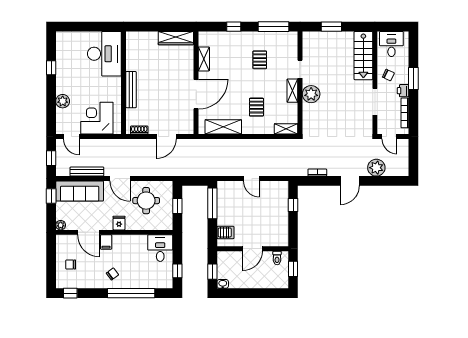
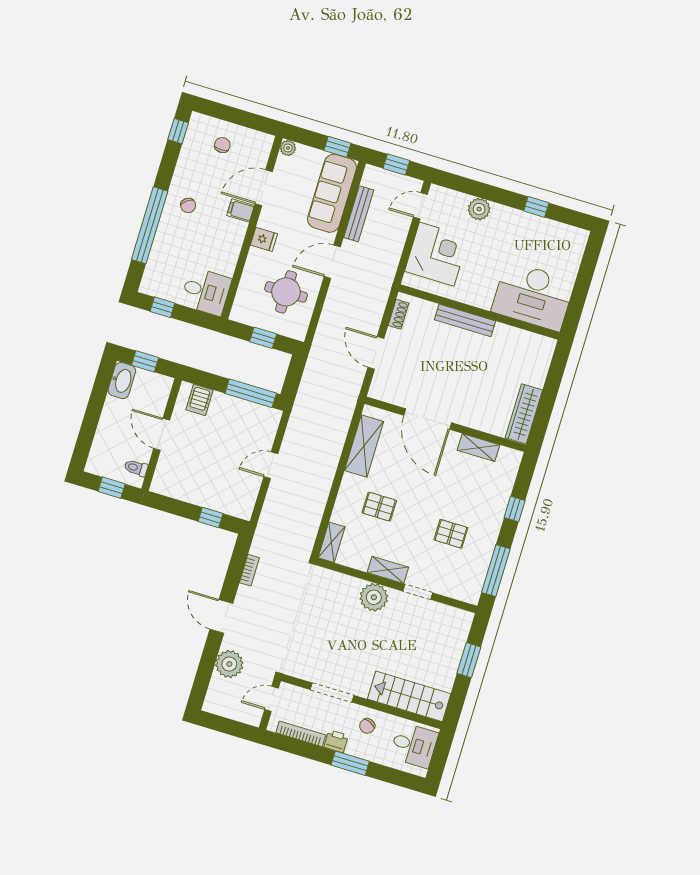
washbasin: (223, 284) -> (122, 380), width x1.91, depth x1.45

